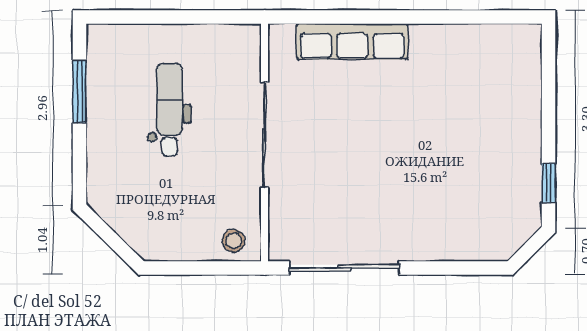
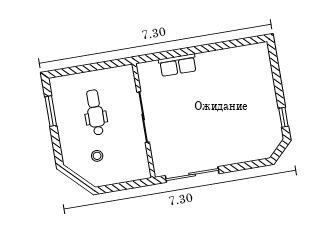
row of seats: (352, 41) -> (178, 65), width x0.68
stool: (233, 241) -> (97, 156), moved

